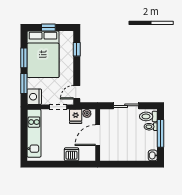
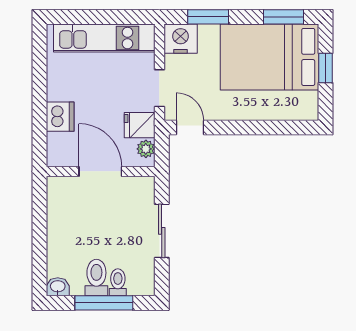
window: (77, 49) -> (280, 128), removed
window: (24, 58) -> (284, 17), moved
toilet: (148, 116) -> (96, 278), moved

